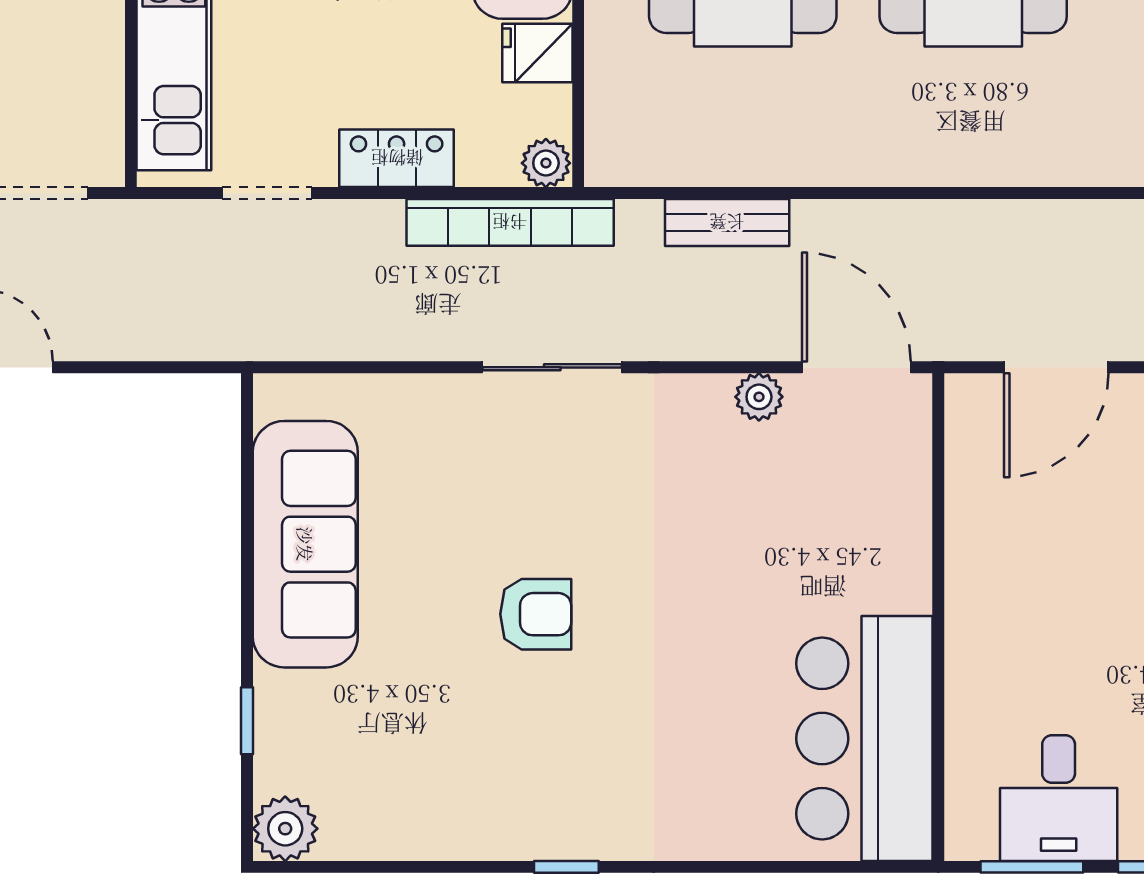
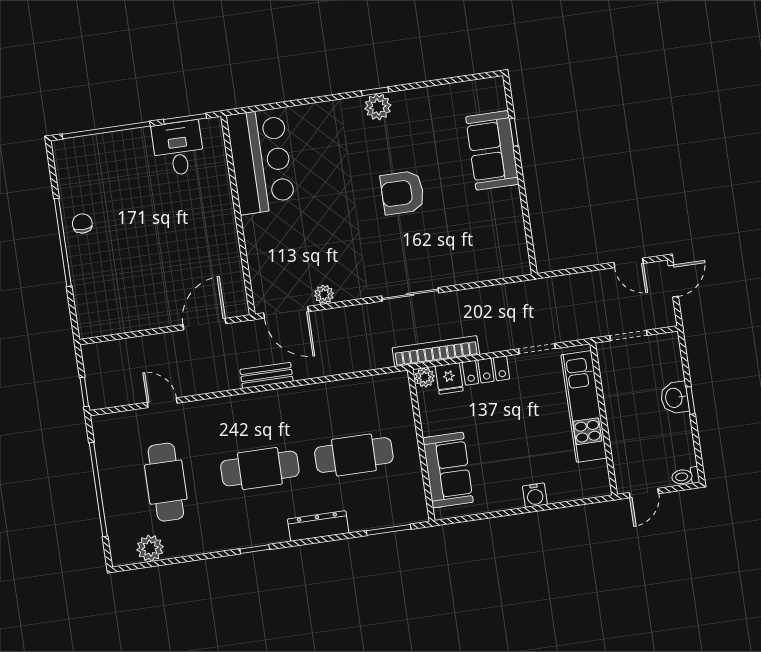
fridge: (537, 53) -> (449, 378), moved, turned 90
bench: (727, 222) -> (267, 375), moved
sofa: (305, 544) -> (492, 150), moved, width x0.73
armchair: (536, 614) -> (402, 193), width x1.38, depth x1.38
plant: (285, 829) -> (378, 107), moved

